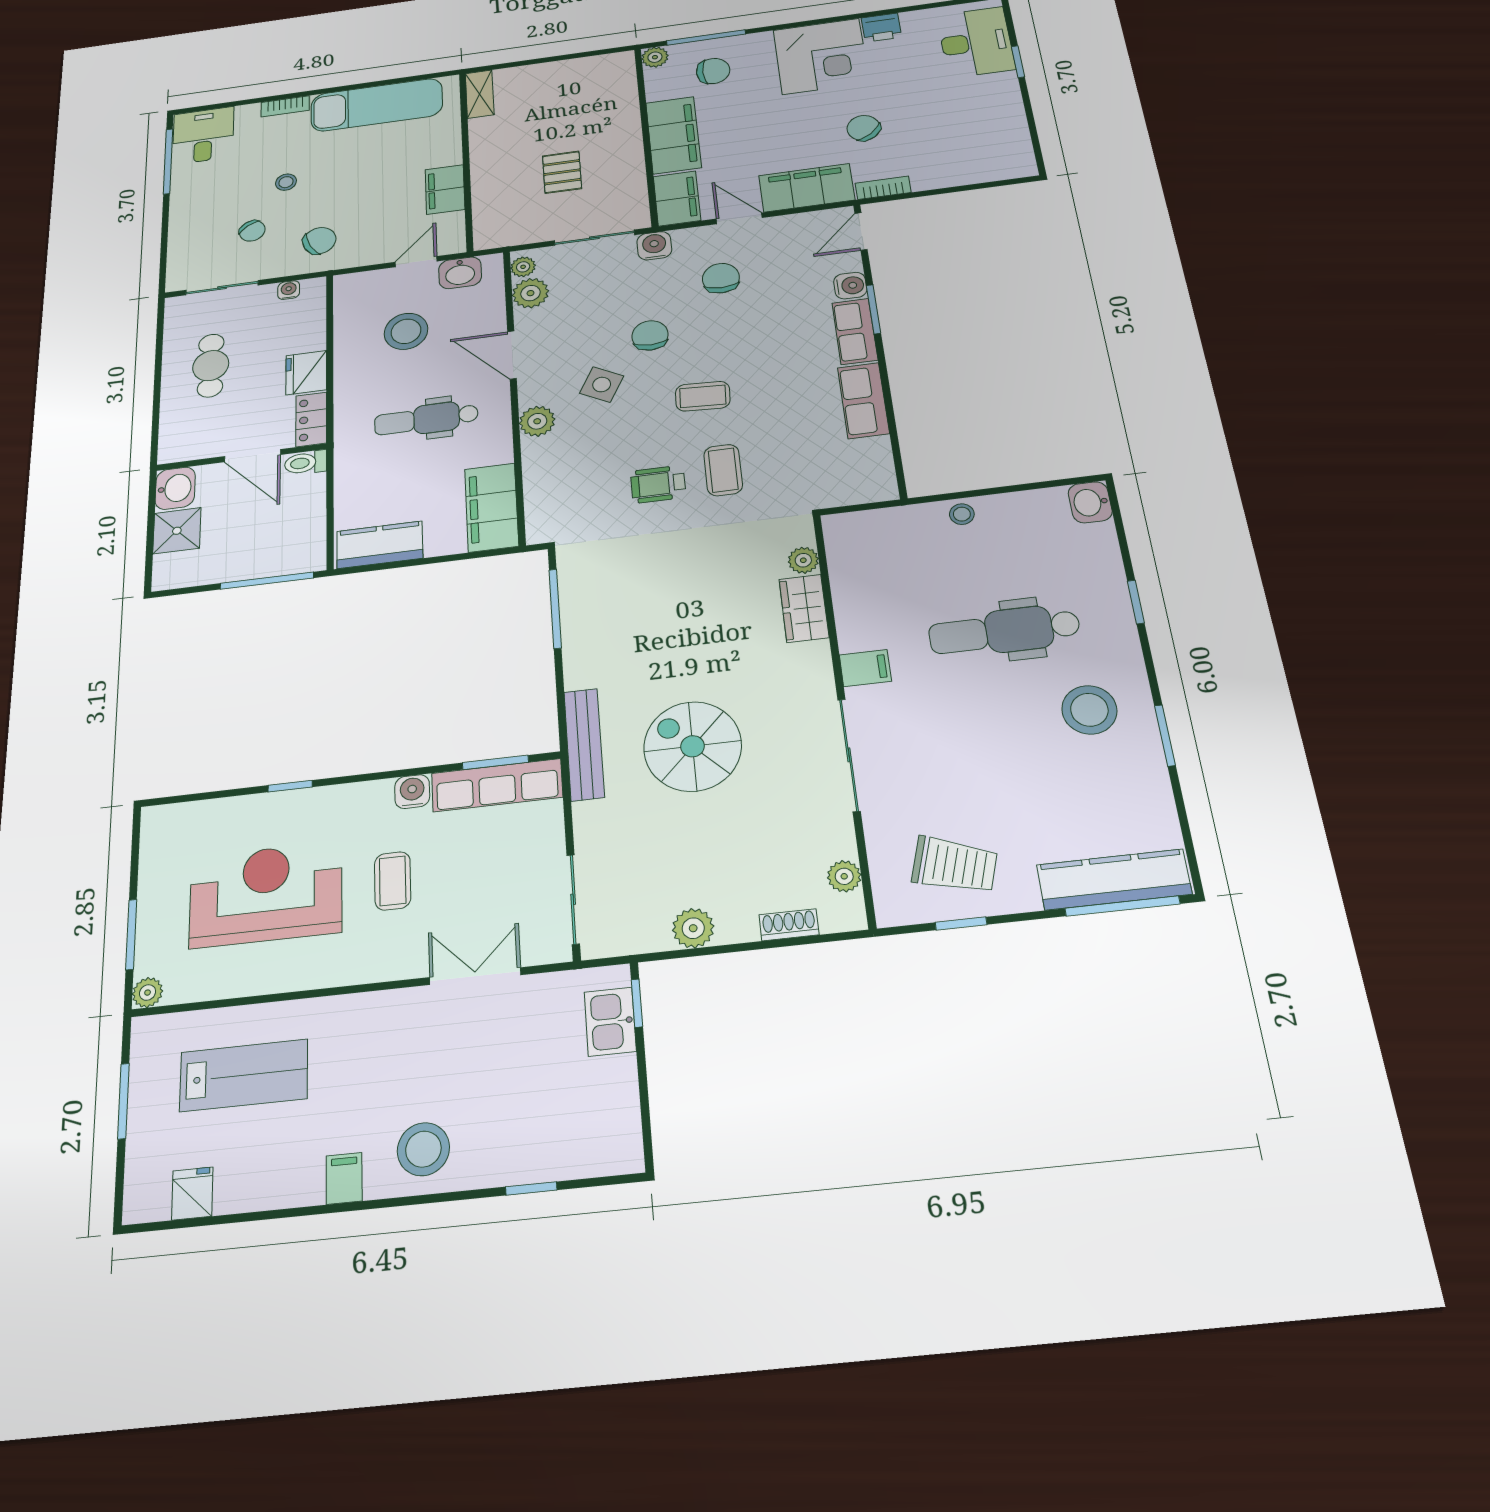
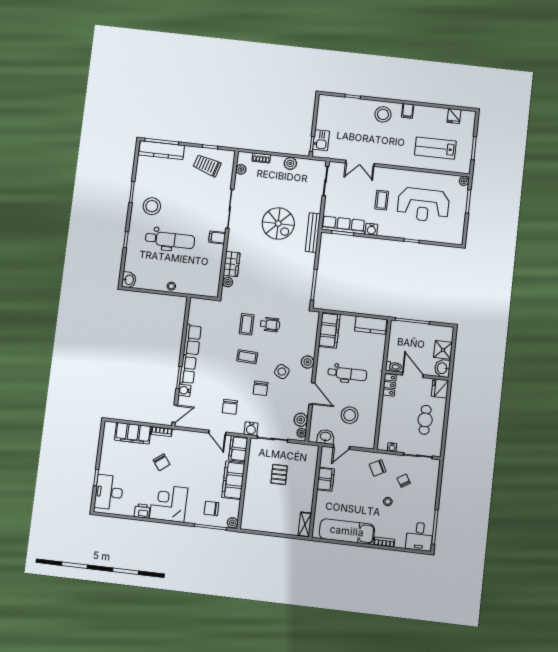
filing cabinet: (807, 188) -> (133, 433), moved
fridge: (306, 373) -> (440, 388), moved, turned 180

